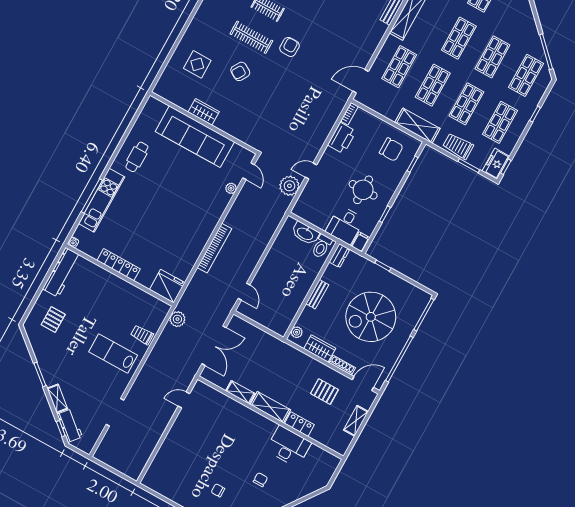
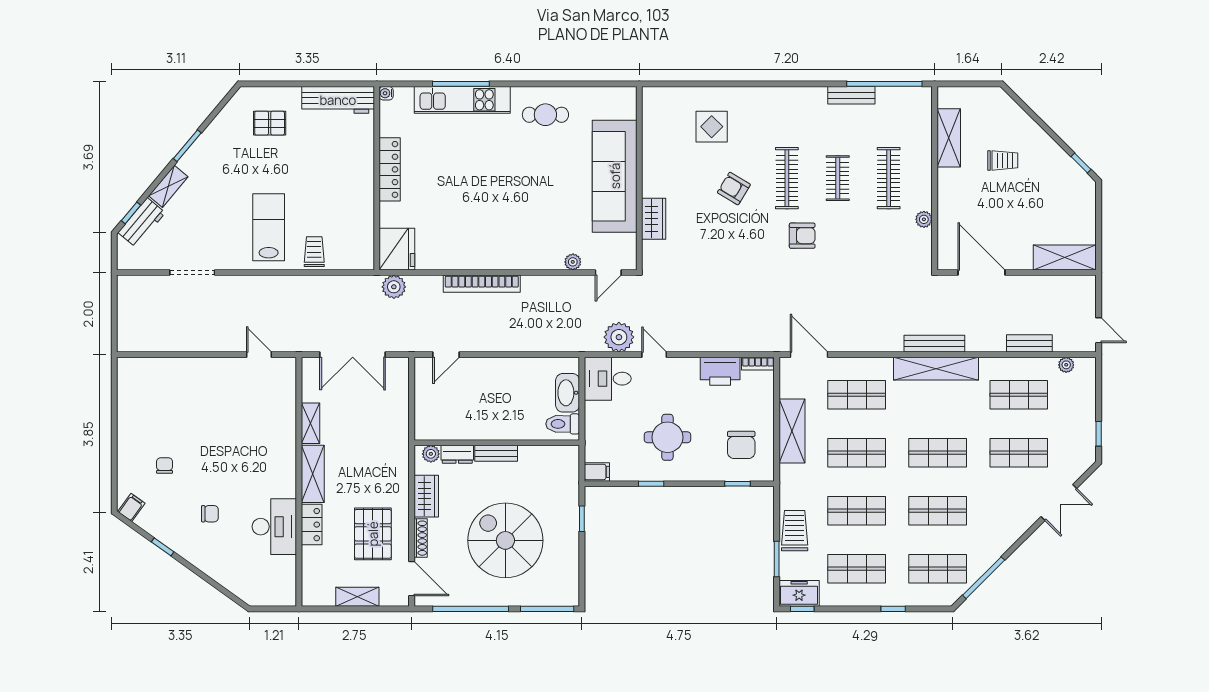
wardrobe: (204, 112) -> (654, 219), moved
shelving: (417, 126) -> (792, 431), moved
desk: (345, 225) -> (608, 379), moved
dresser: (339, 256) -> (457, 454), moved
plant: (177, 319) -> (394, 287), moved
pallet: (324, 392) -> (373, 534), width x1.50, depth x1.42

